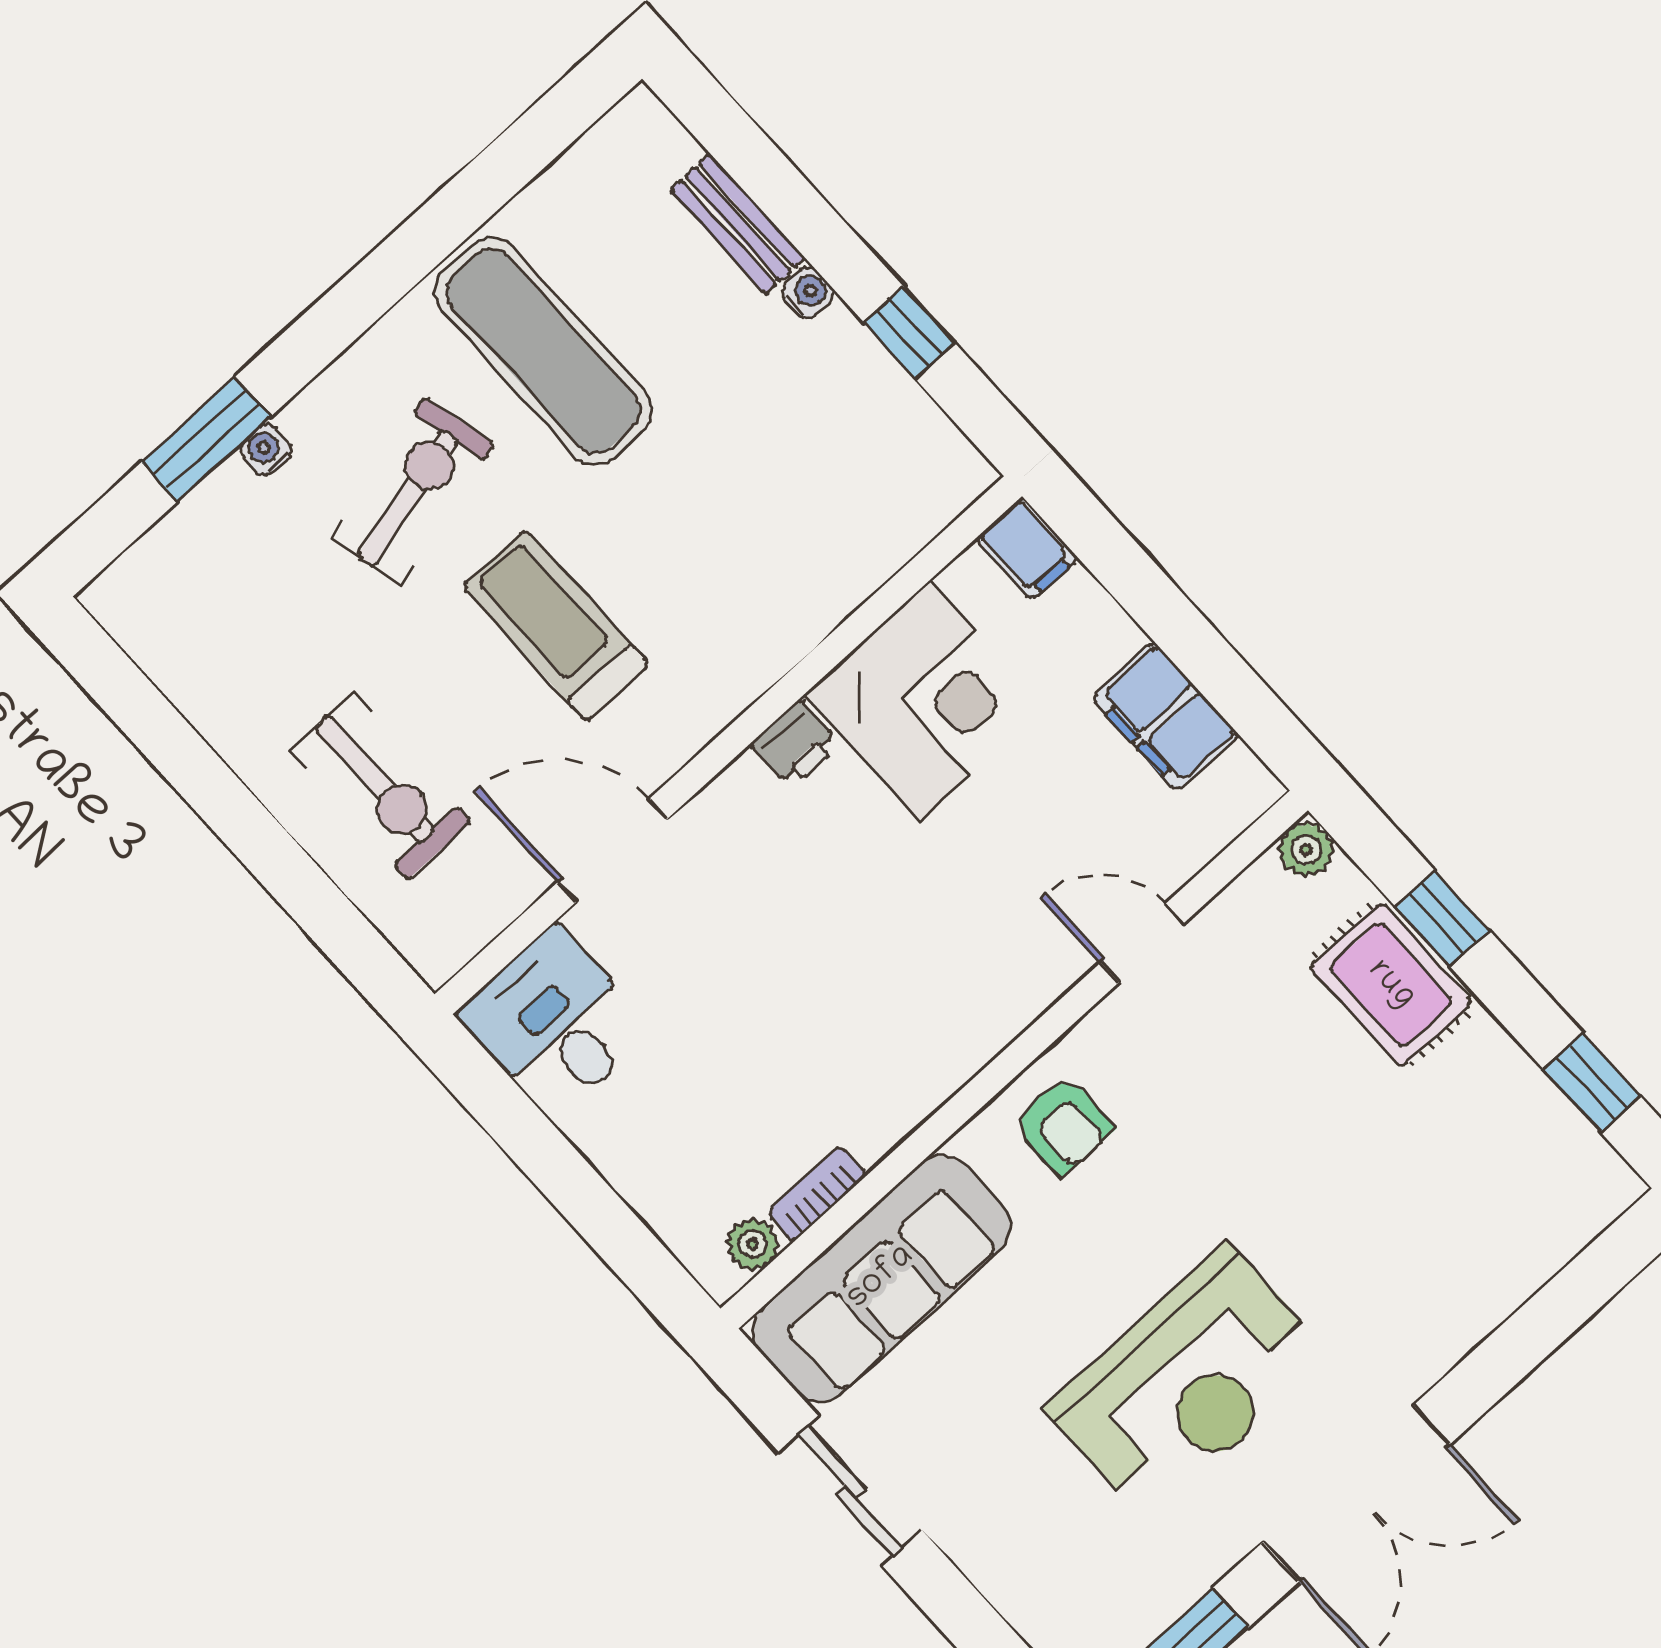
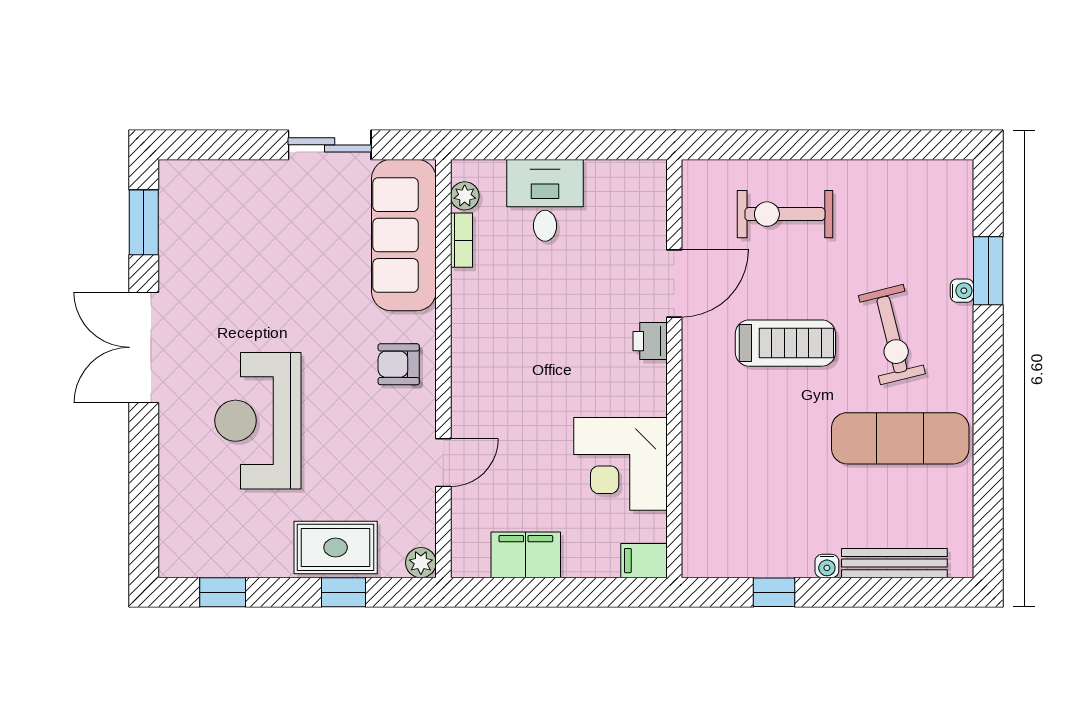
bench: (738, 224) -> (894, 563), width x1.36
printer: (795, 744) -> (650, 341), moved
desk: (555, 1023) -> (545, 200), moved, turned -90
reception desk: (1188, 1383) -> (258, 421), moved

